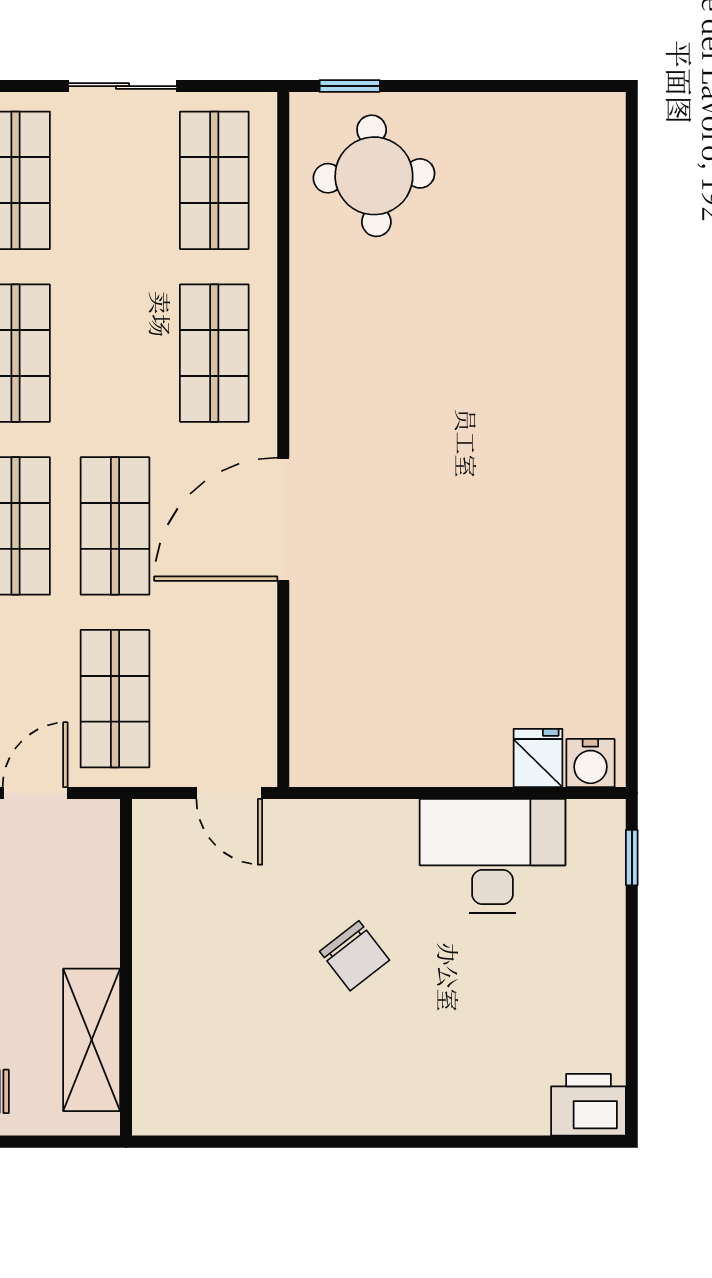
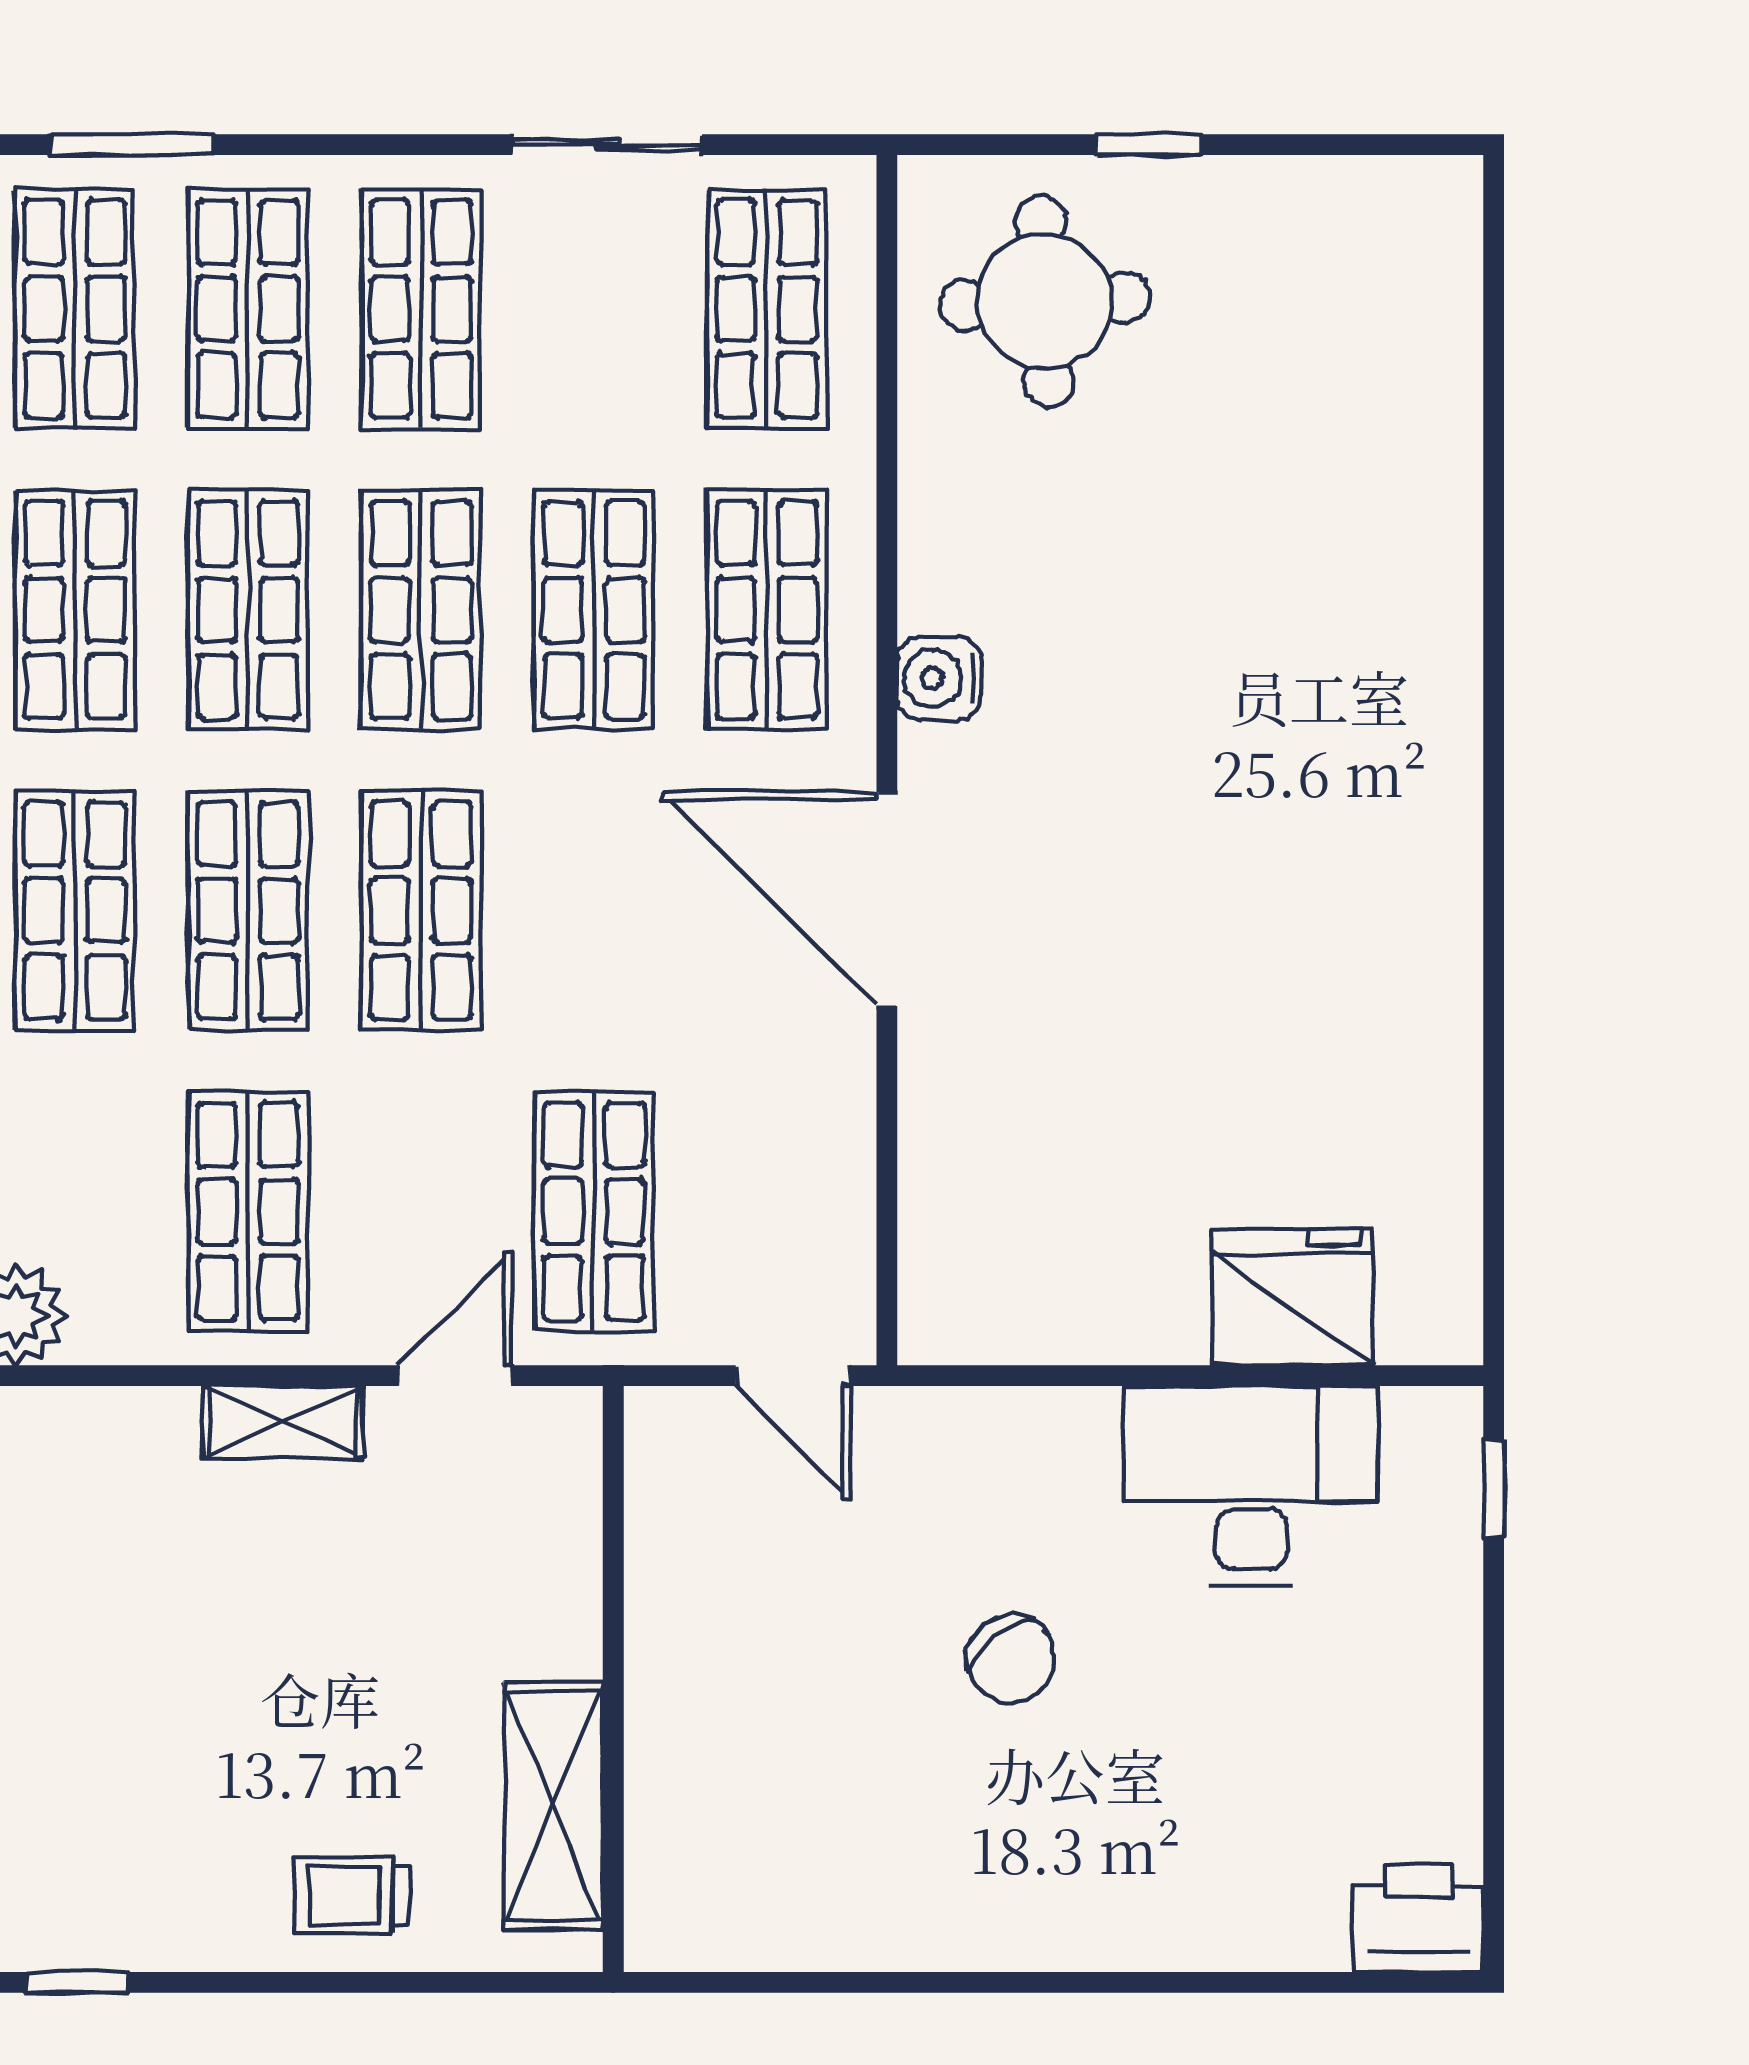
window: (350, 86) -> (1149, 145), moved
door: (283, 519) -> (887, 899), hinge flipped
shop shelf: (115, 526) -> (594, 610), moved
fridge: (538, 758) -> (1293, 1297), width x1.88, depth x1.34
water cooler: (590, 763) -> (939, 678), moved, turned 90

